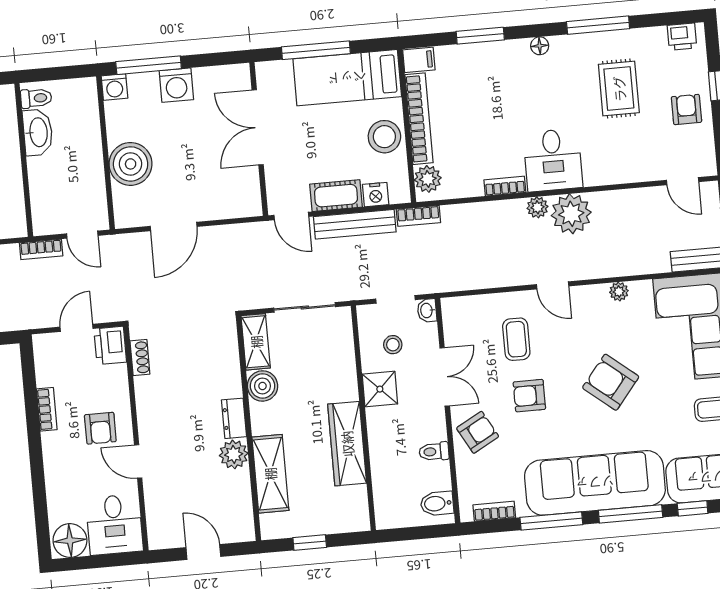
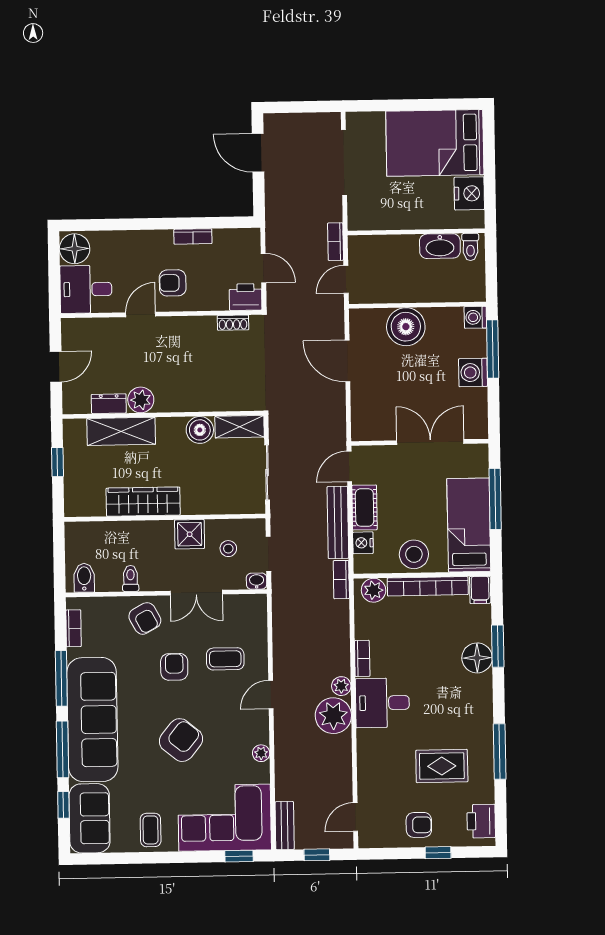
printer: (682, 37) -> (481, 821), width x1.36, depth x1.24
floor lamp: (540, 46) -> (477, 658), moved, width x1.89, depth x1.89
dresser: (234, 418) -> (109, 404), moved

